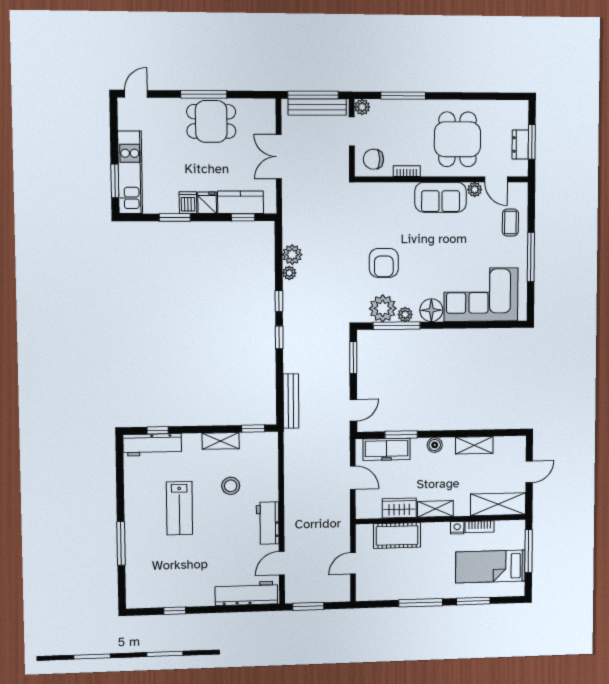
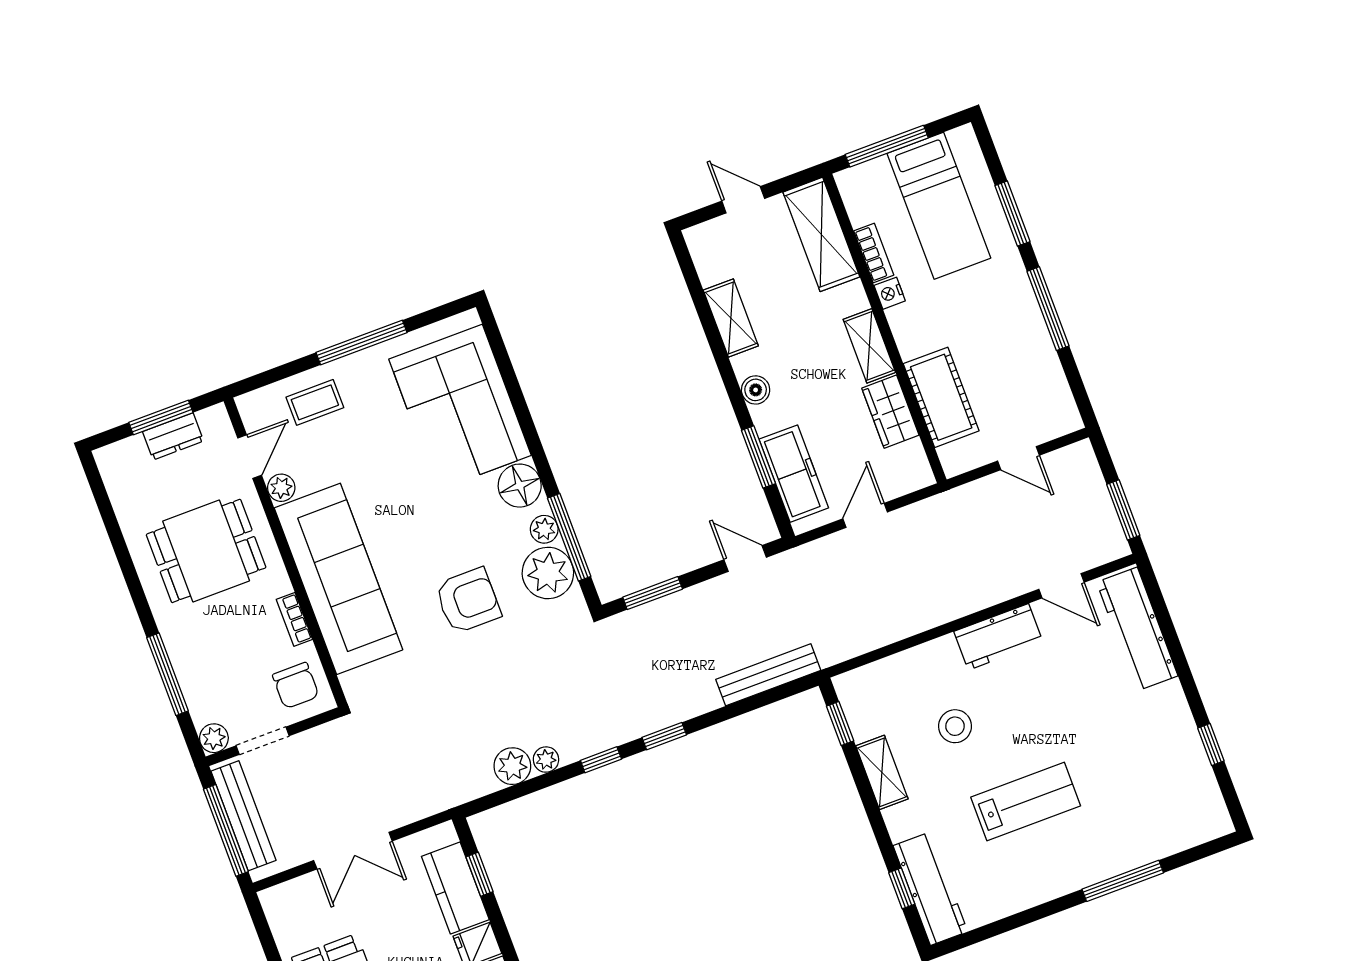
sofa: (441, 197) -> (339, 579), width x1.85, depth x1.27

